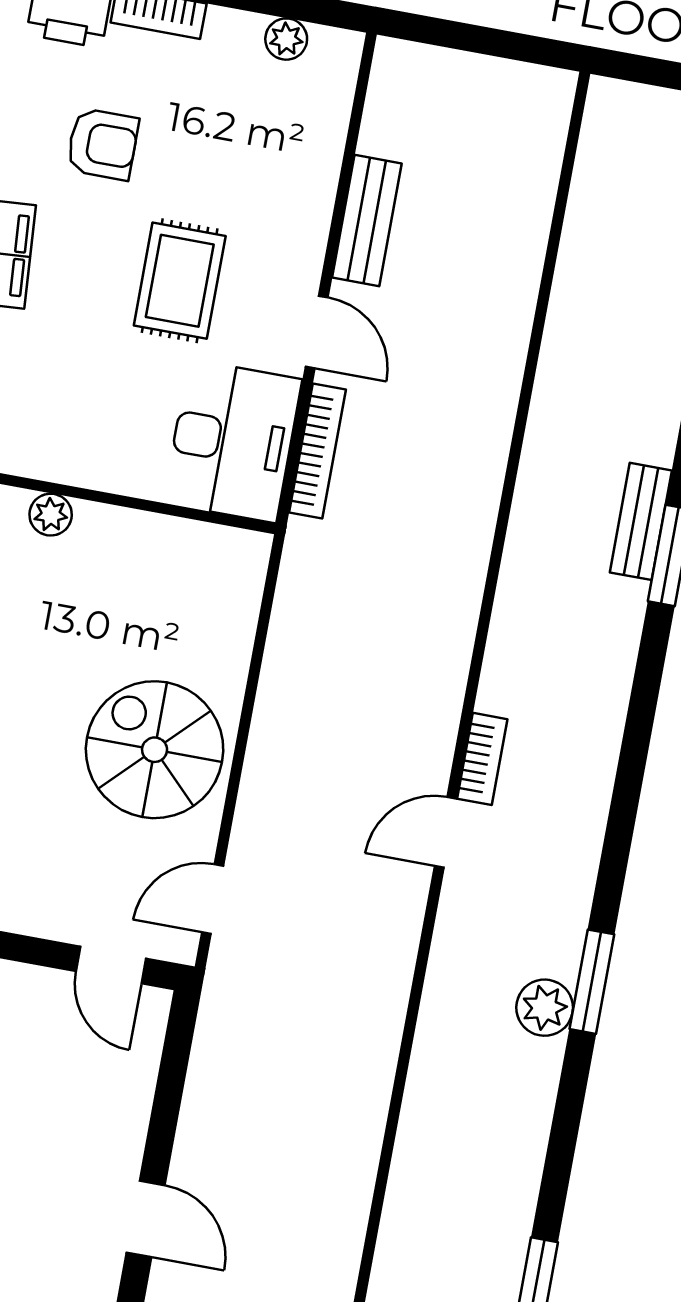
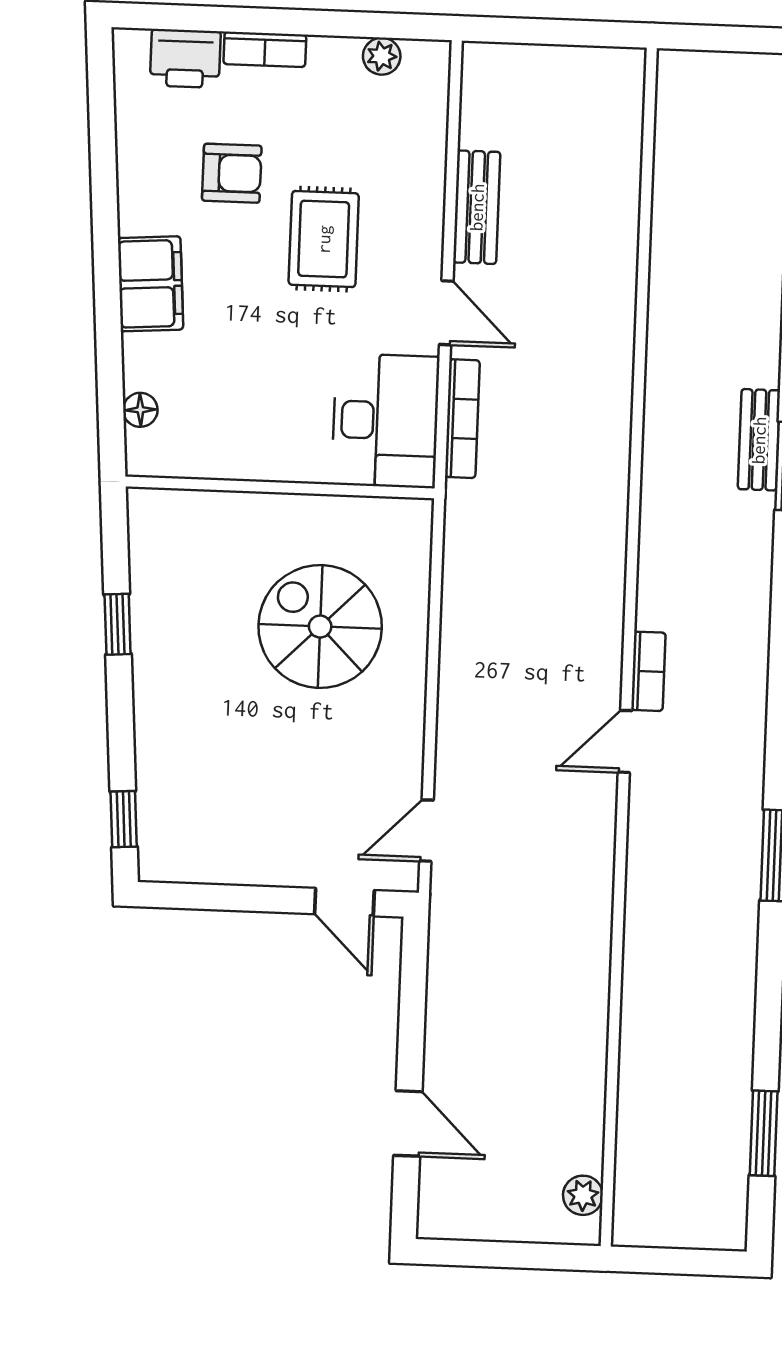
rug: (180, 281) -> (324, 239), moved
plant: (51, 515) -> (233, 509), removed
spiral stairs: (155, 750) -> (320, 627), moved
plant: (545, 1008) -> (736, 885), removed

